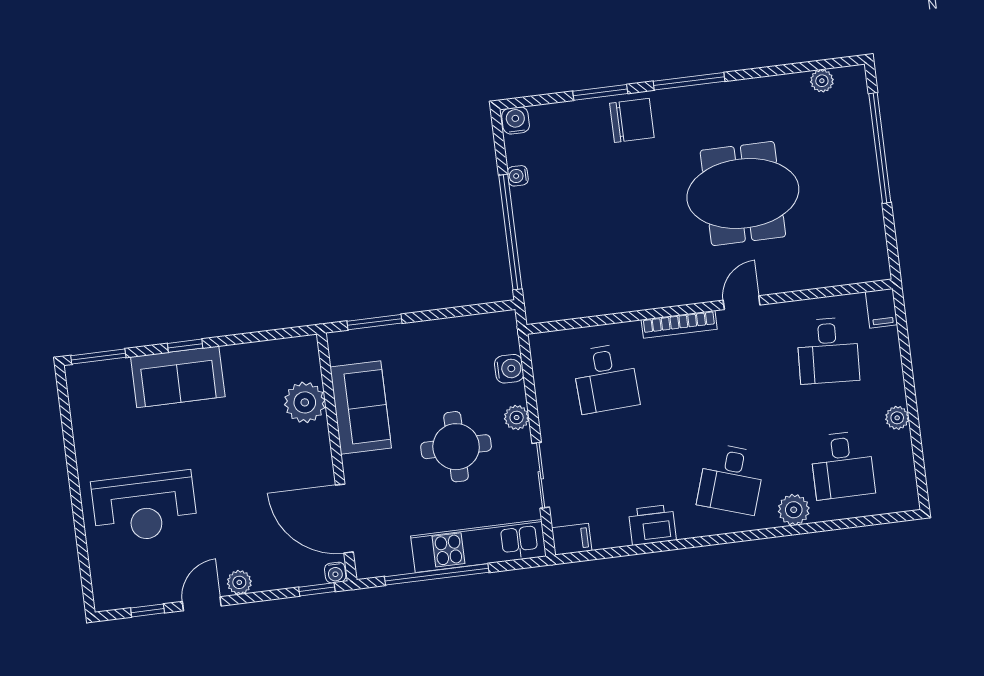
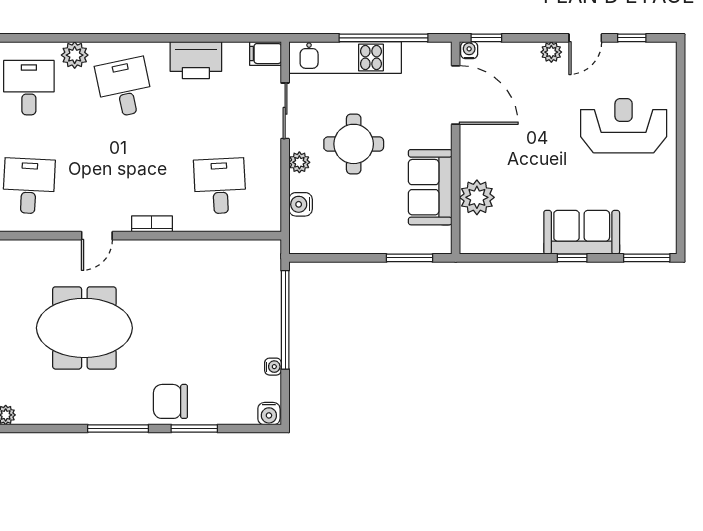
bookcase: (679, 324) -> (152, 224), width x0.64
desk: (731, 479) -> (124, 88), turned -30
printer: (652, 525) -> (196, 60), width x1.37, depth x1.19

